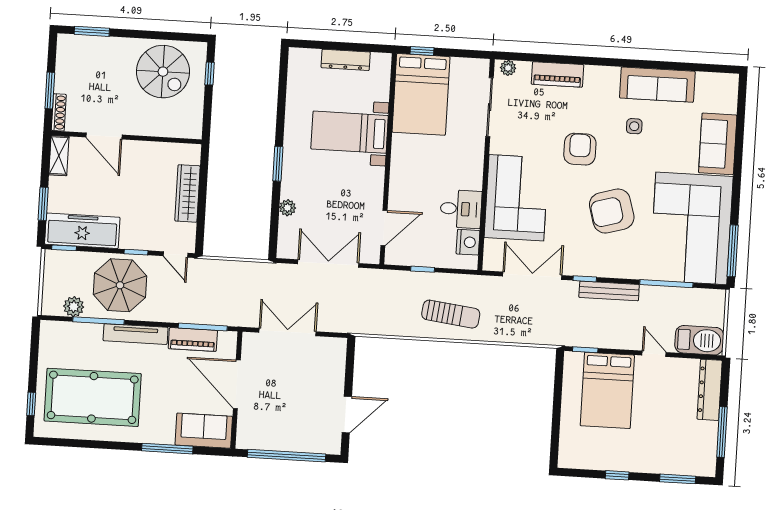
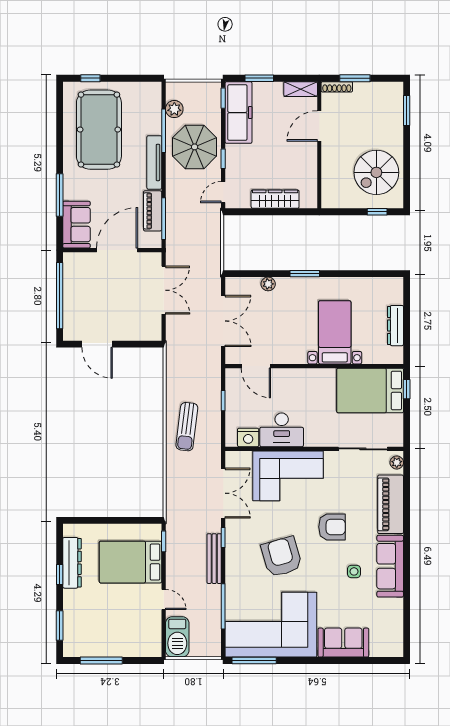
piano: (557, 74) -> (391, 504), width x1.37, depth x1.33
sofa: (657, 85) -> (390, 566), moved
desk: (461, 209) -> (282, 430), width x1.37
door: (654, 354) -> (164, 599), hinge flipped
dresser: (710, 390) -> (72, 563), moved, turned 90

